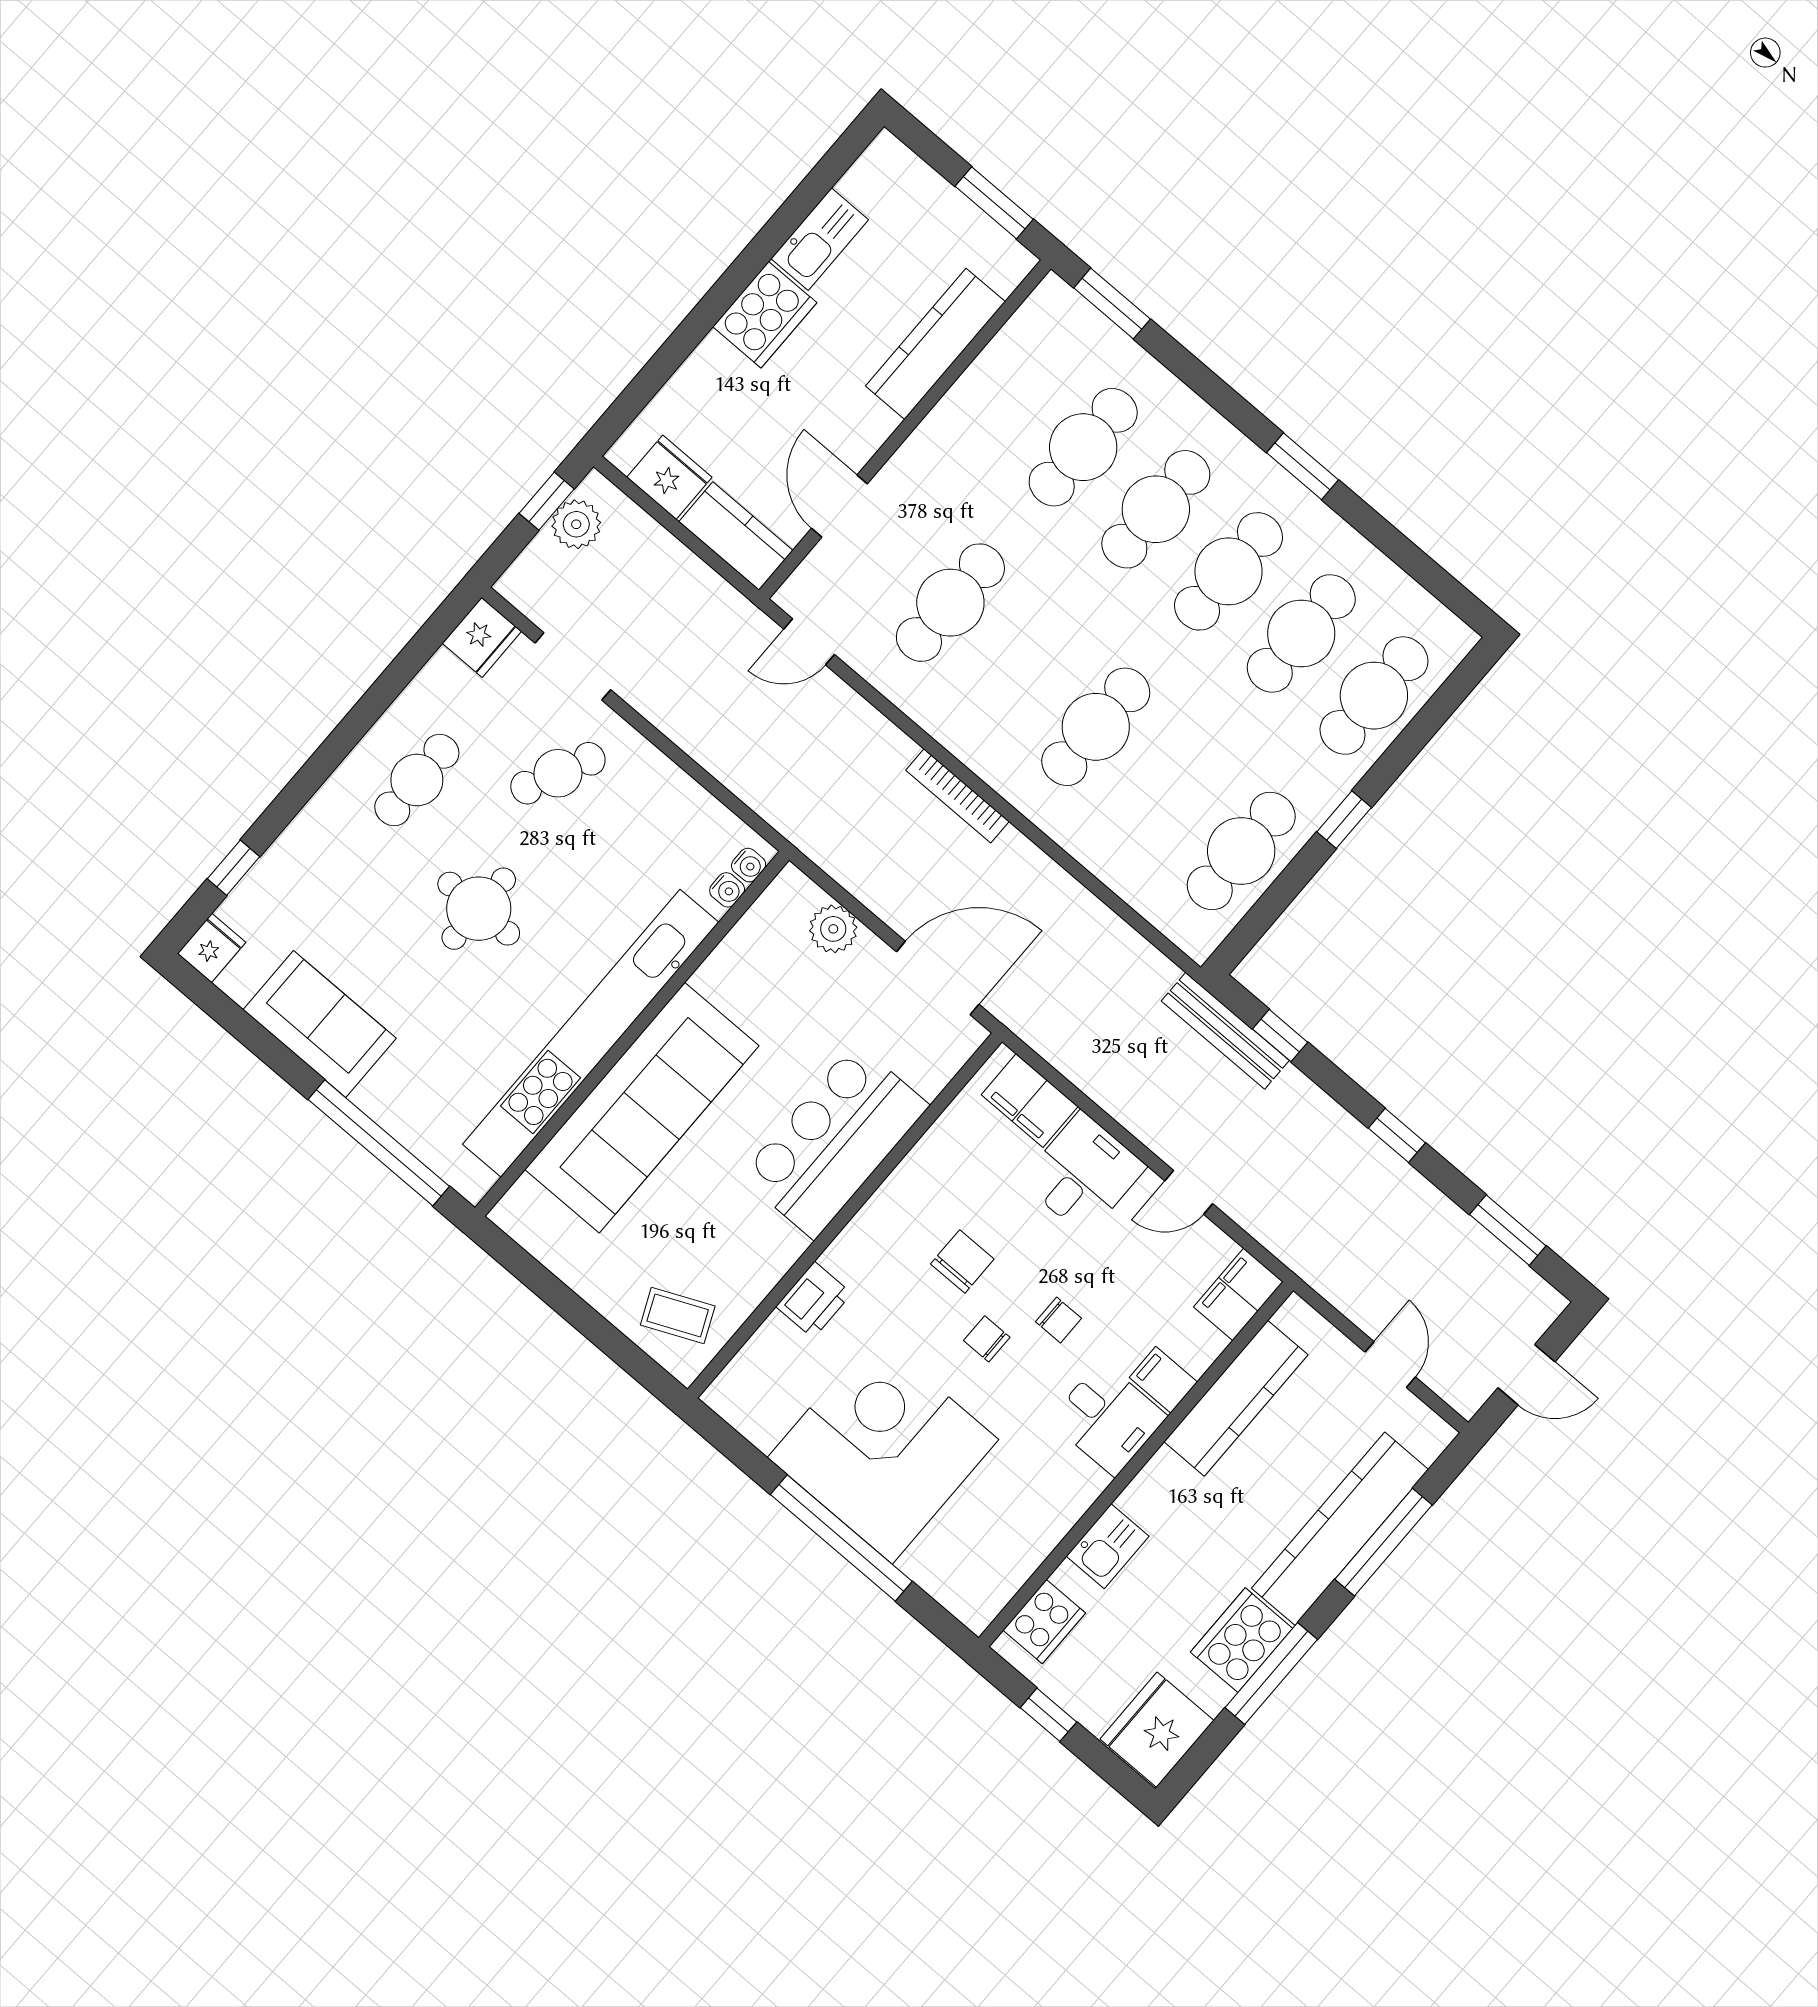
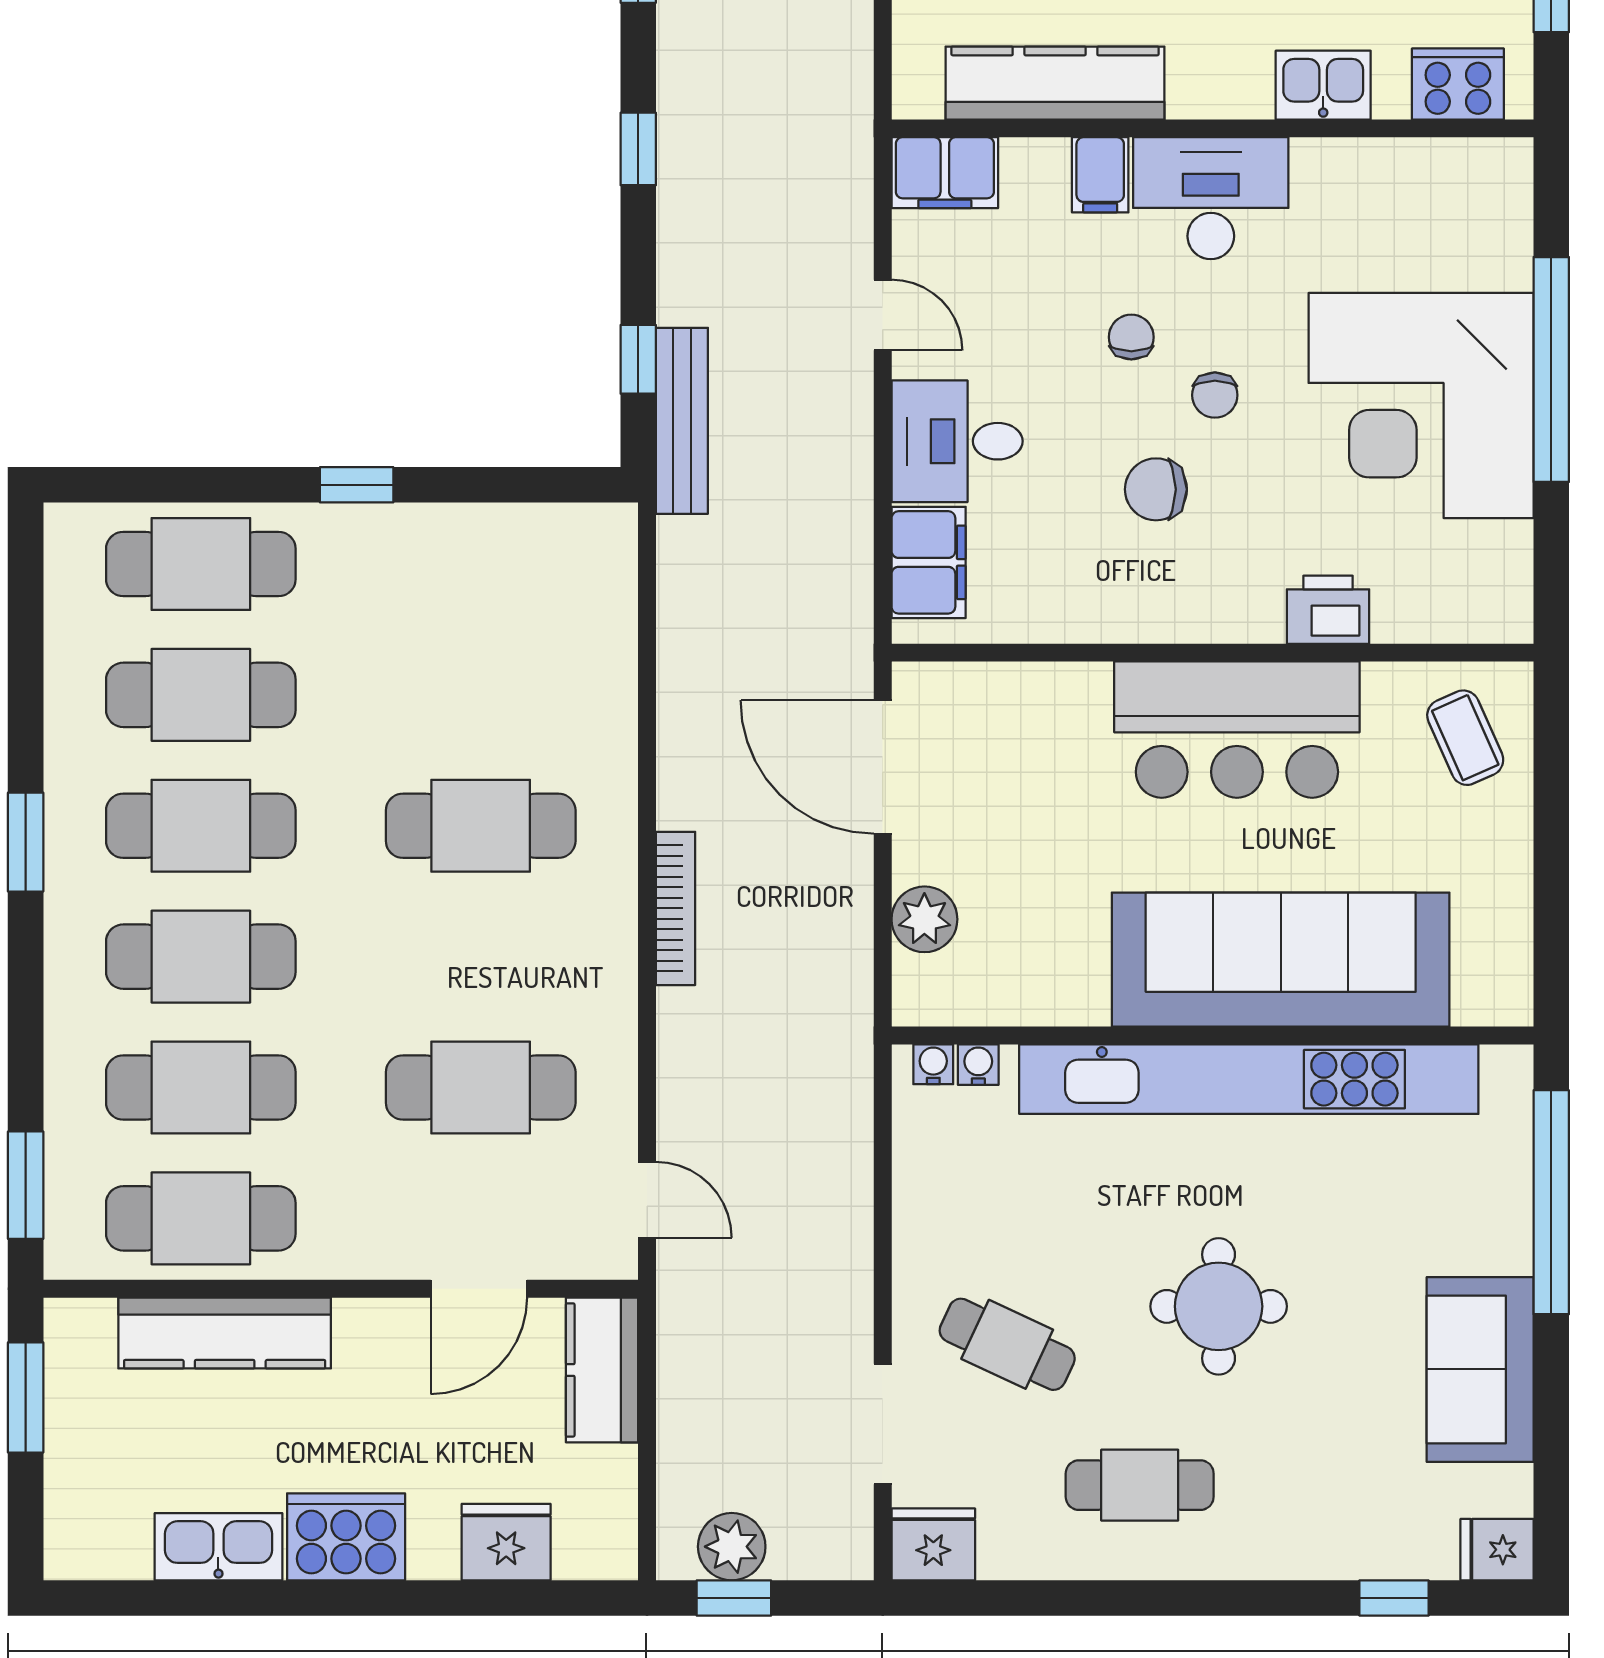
fridge: (669, 477) -> (506, 1542), moved, turned 90
cafe table: (1241, 851) -> (201, 1218), moved
bar counter: (834, 1141) -> (1237, 730), moved
desk: (1108, 1418) -> (1211, 198), width x1.37

